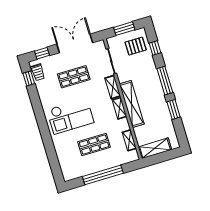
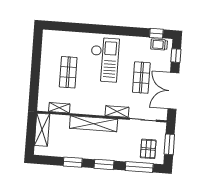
double door: (75, 43) -> (173, 91), swing flipped
window: (155, 48) -> (139, 167), width x2.17
window: (165, 81) -> (104, 164), width x0.69
shelving: (119, 108) -> (94, 110), removed
checkout: (70, 116) -> (104, 60), turned 180
window: (103, 175) -> (36, 69), removed

